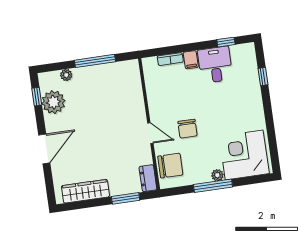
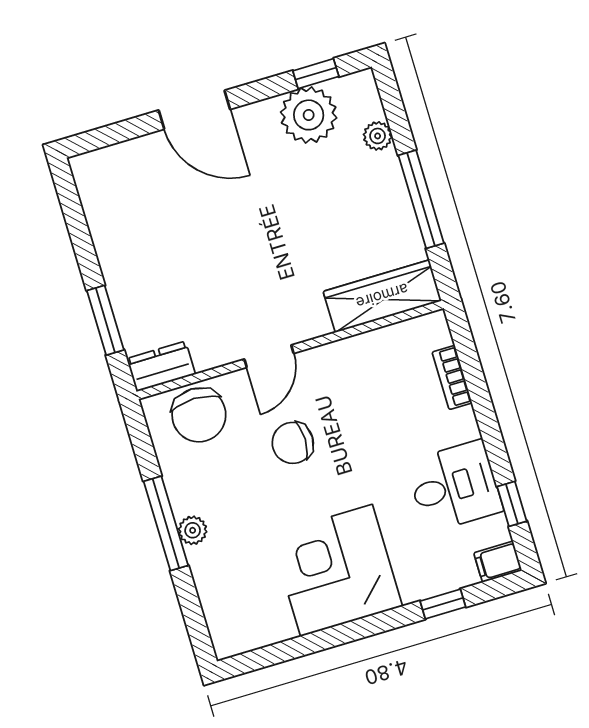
filing cabinet: (191, 60) -> (498, 562), moved
corner desk: (244, 155) -> (336, 570), moved, turned -90
wardrobe: (85, 191) -> (382, 296), moved, turned -90

